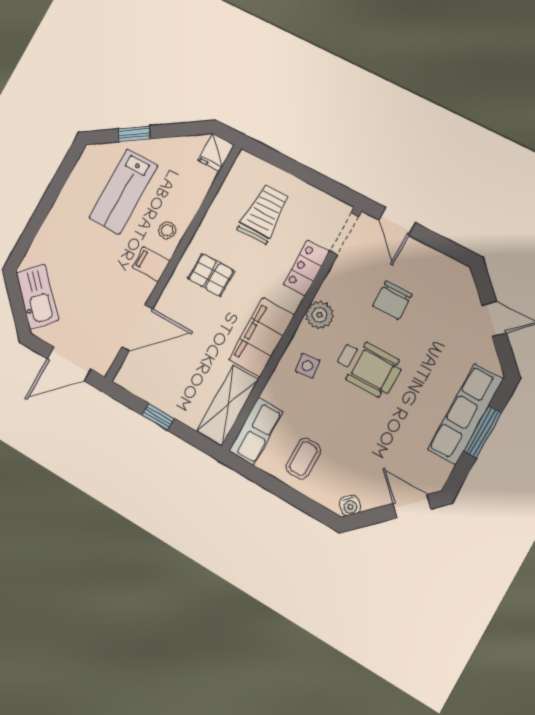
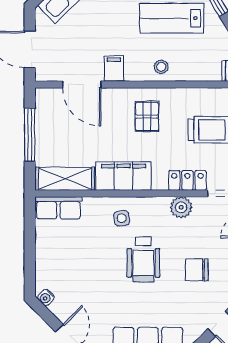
filing cabinet: (151, 264) -> (114, 69), moved
chair: (392, 300) -> (197, 270), moved
plant: (320, 315) -> (181, 207), moved
window: (158, 417) -> (30, 135), width x2.17
coffee table: (303, 459) -> (59, 250), removed

